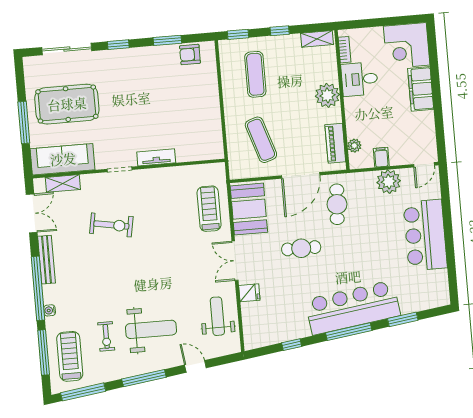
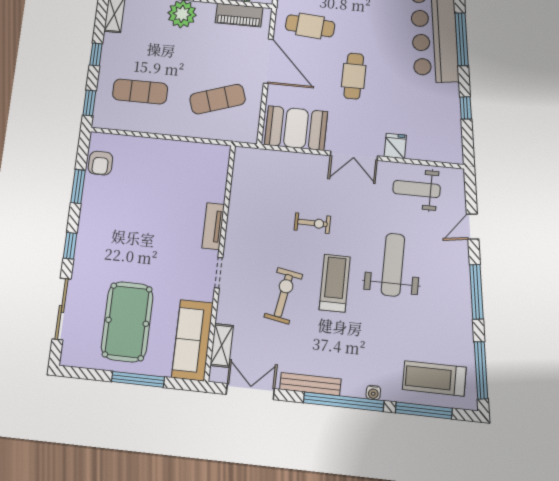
treadmill: (209, 209) -> (335, 283), moved, turned 90
weight bench: (151, 329) -> (393, 265), moved
exercise bike: (106, 336) -> (312, 223), moved

